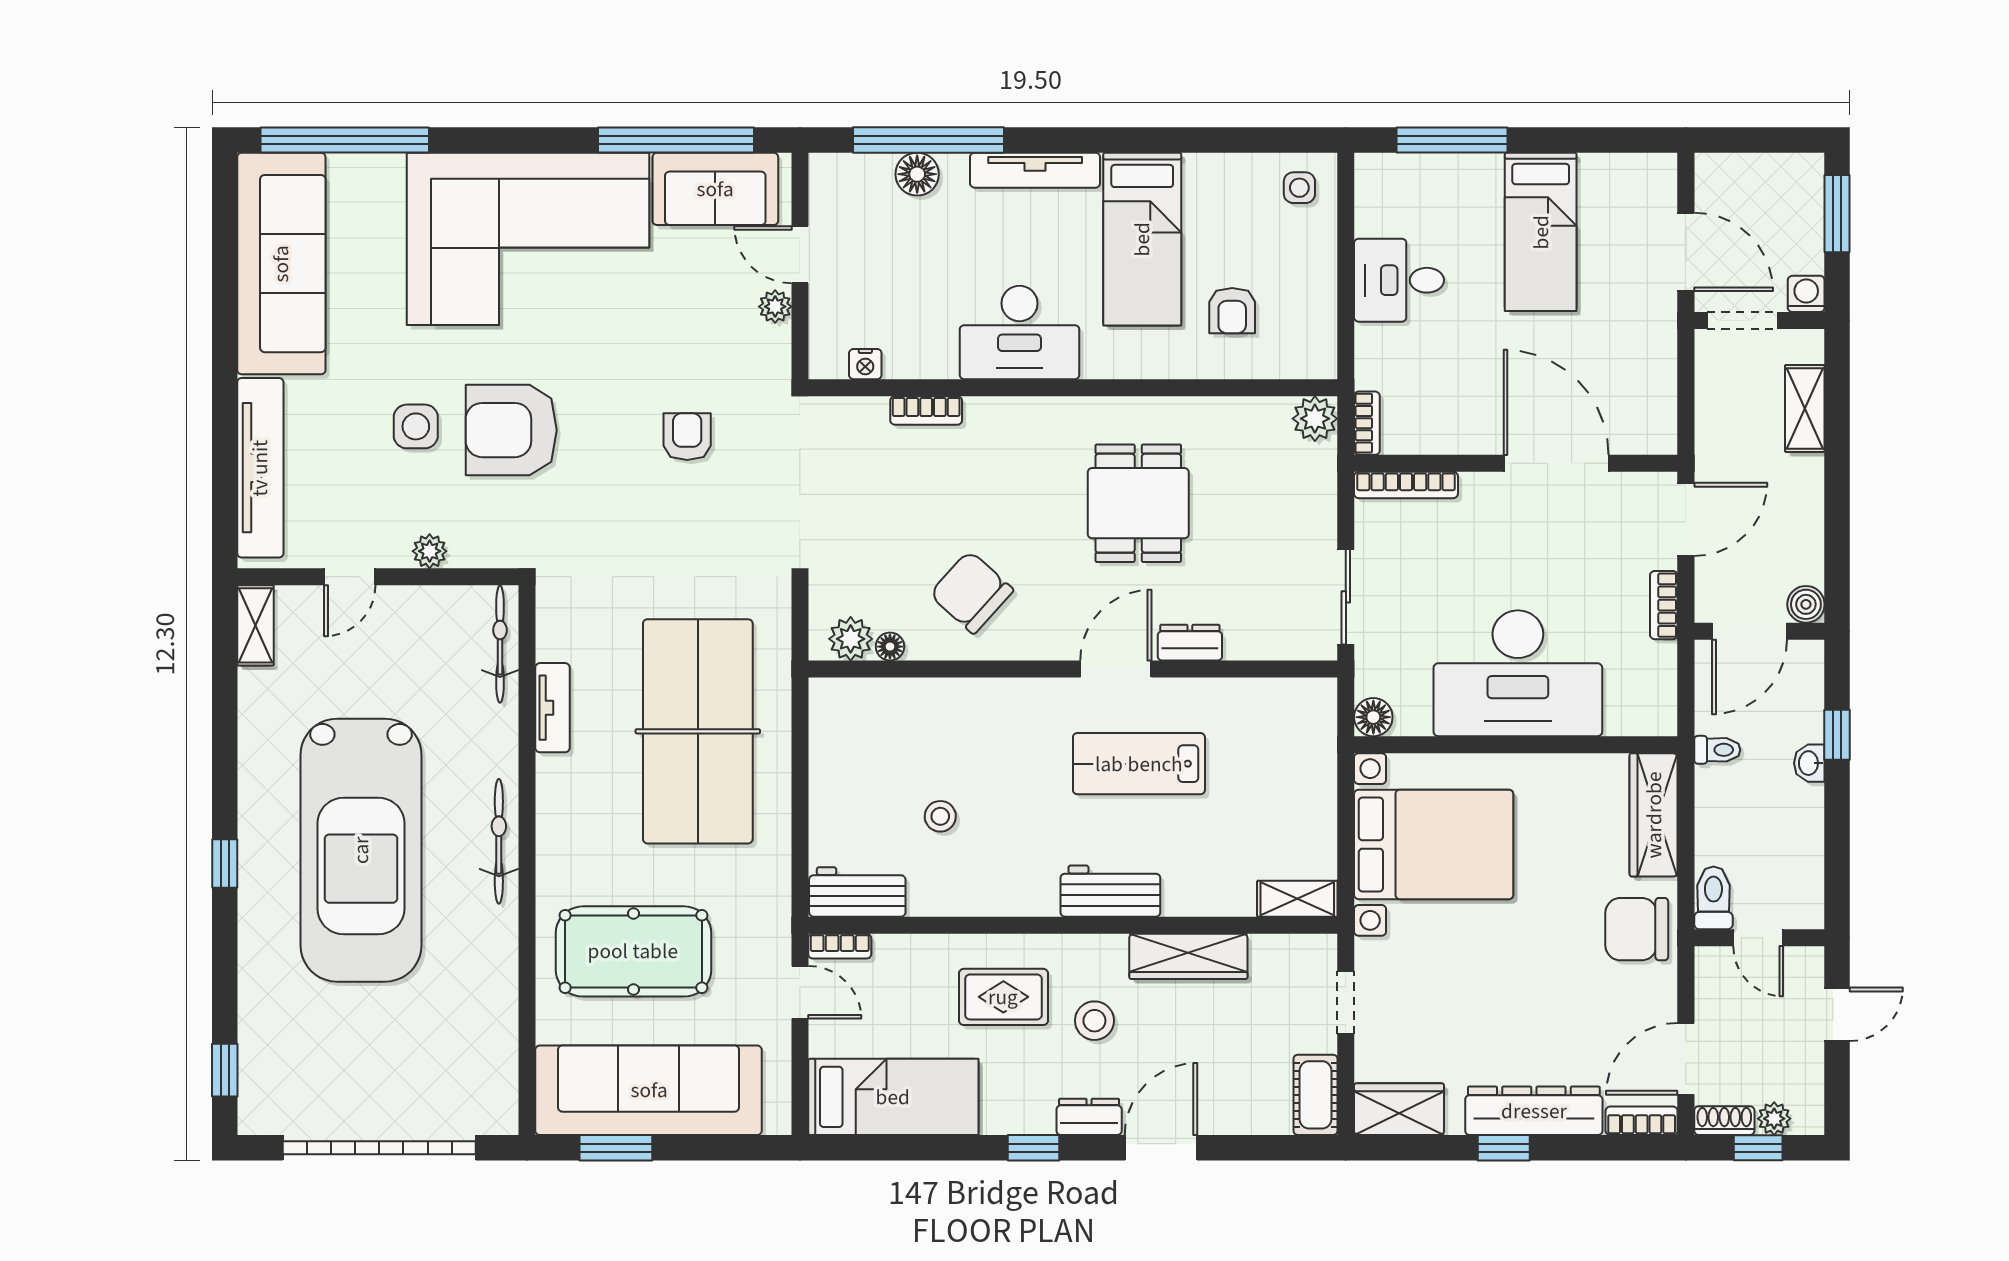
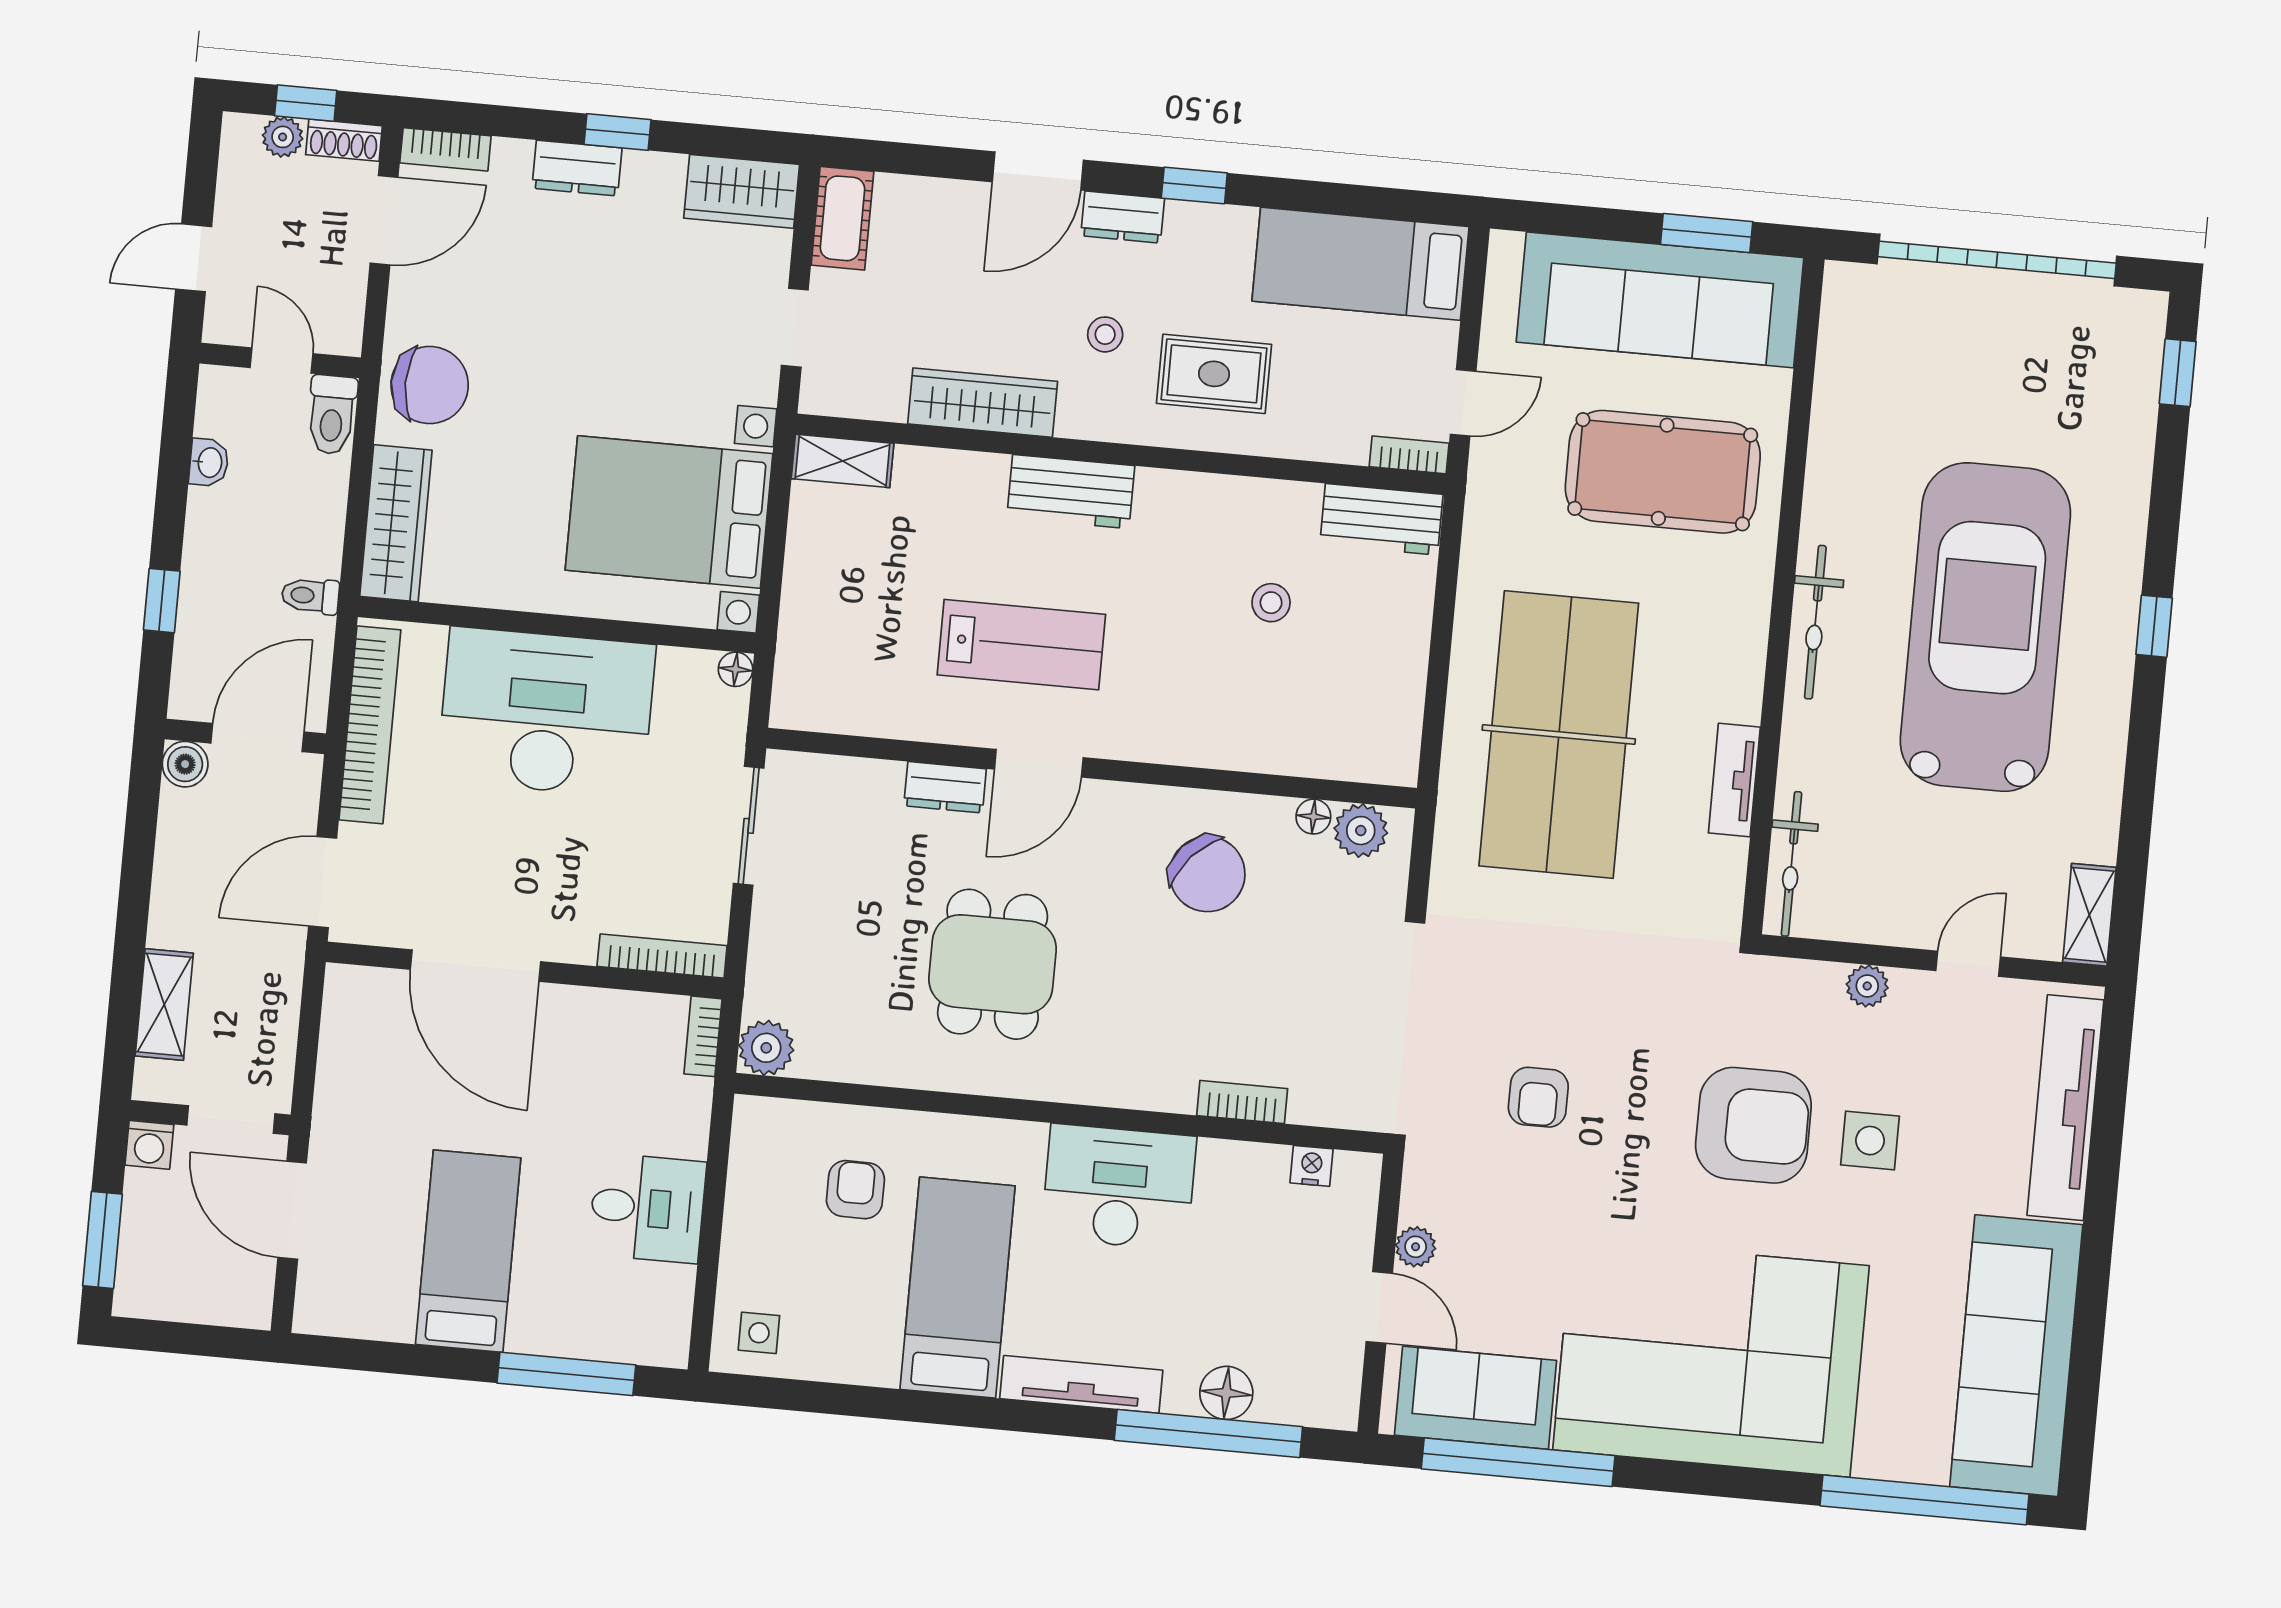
bookcase: (1664, 605) -> (370, 725), width x2.31, depth x1.31
floor lamp: (1373, 717) -> (735, 669), width x0.73, depth x0.73
washbasin: (1809, 763) -> (209, 462), moved
door: (800, 992) -> (1463, 403), swing flipped
stool: (1094, 1021) -> (1105, 334), width x0.73, depth x0.73
dresser: (1534, 1111) -> (577, 168), width x0.51, depth x0.80

